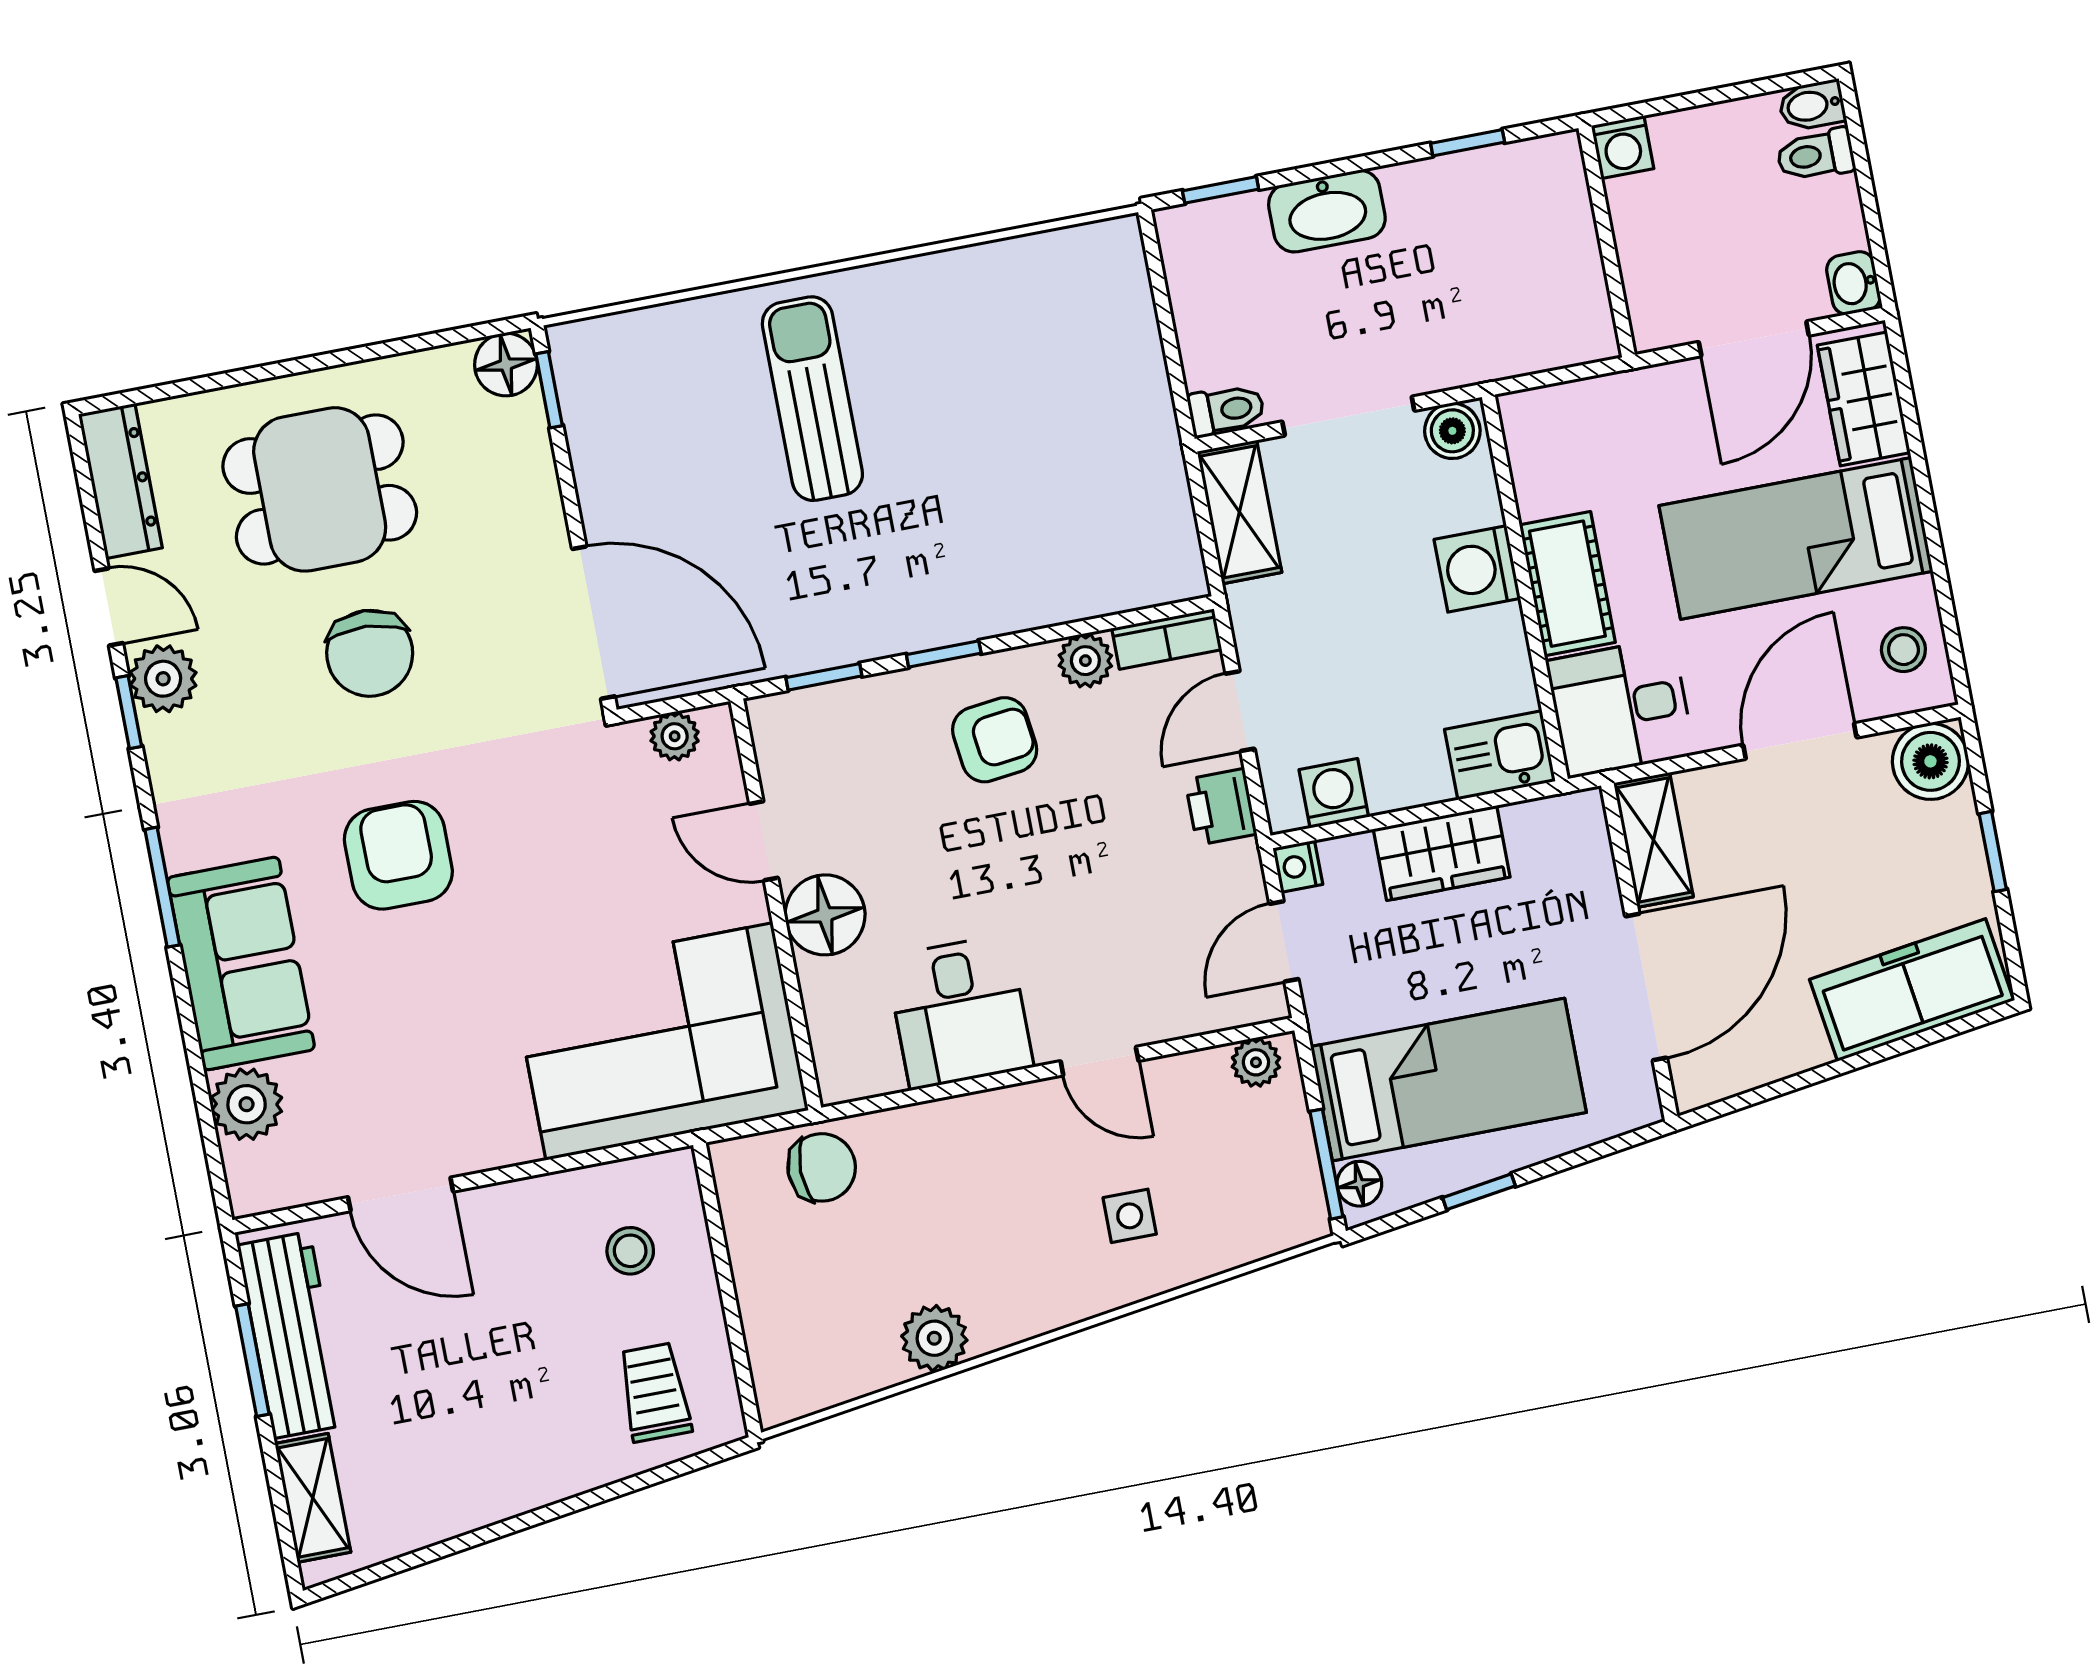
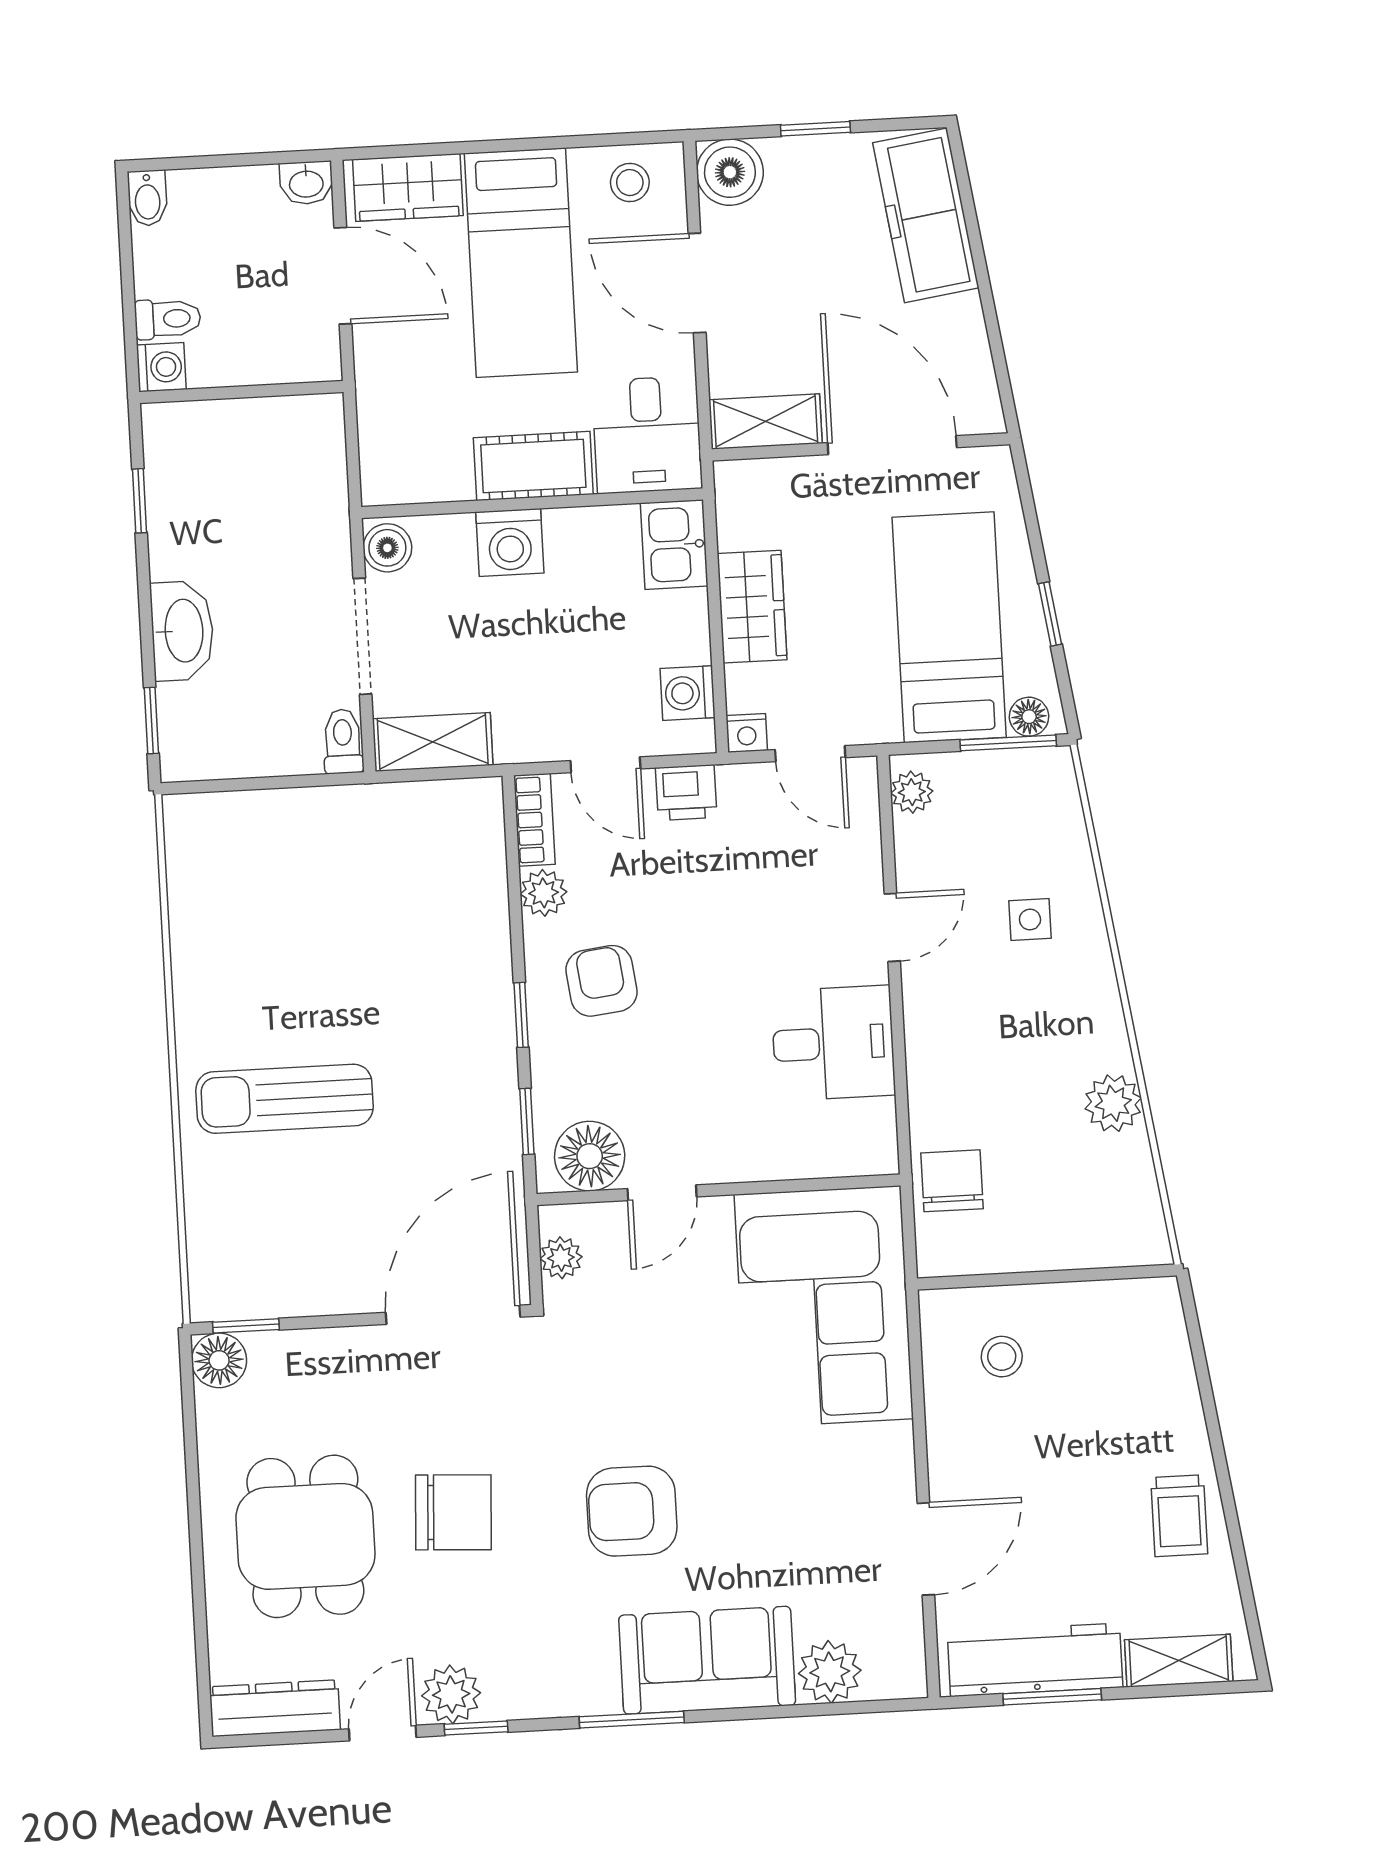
toilet: (1816, 155) -> (168, 319), moved, turned -90
floor lamp: (825, 915) -> (590, 1156), moved
trolley: (655, 1392) -> (1179, 1516), moved, turned -90

